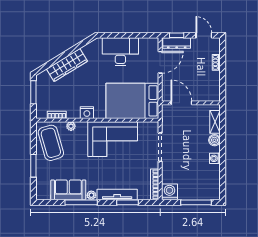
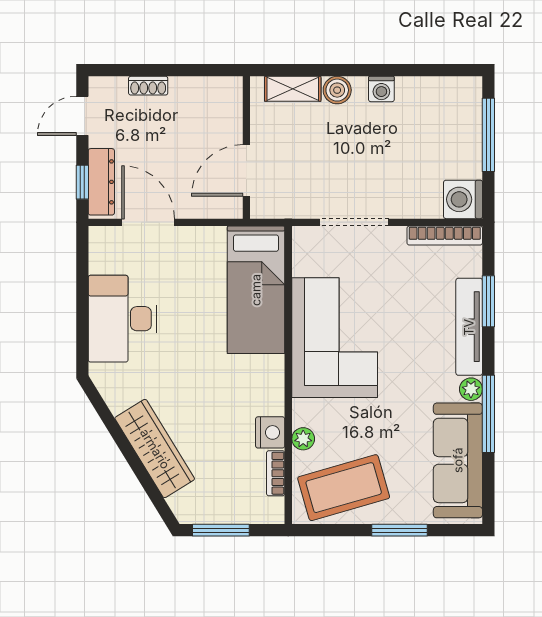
bed: (132, 101) -> (256, 290), width x0.67
nightstand: (87, 113) -> (270, 432), moved
sofa: (68, 190) -> (458, 460), width x1.36

